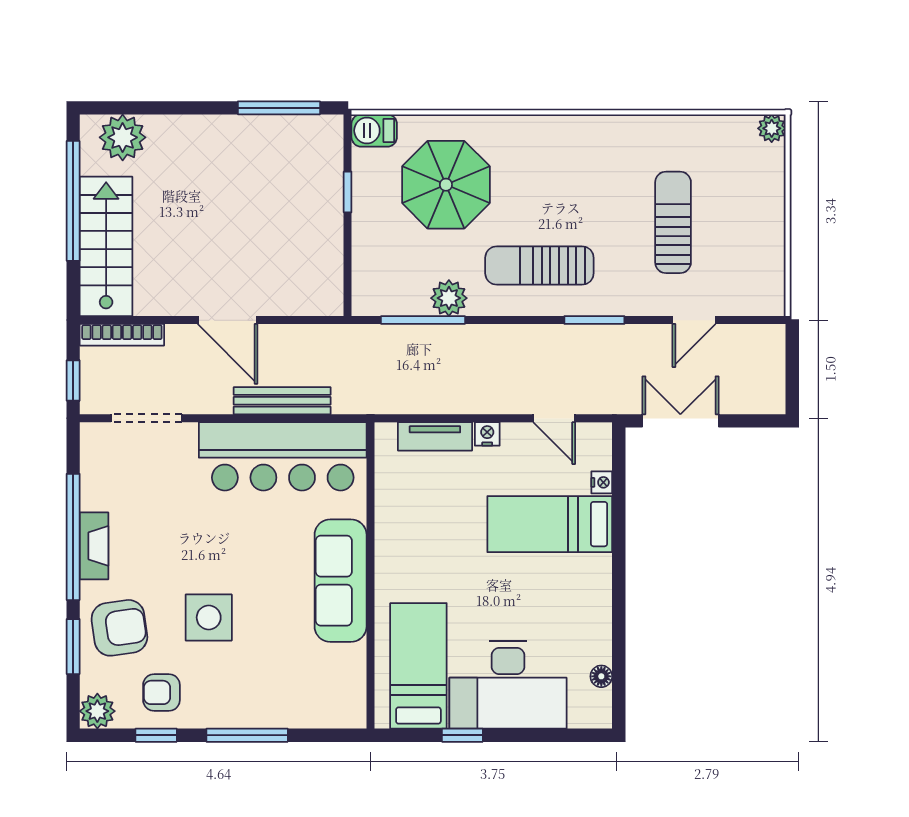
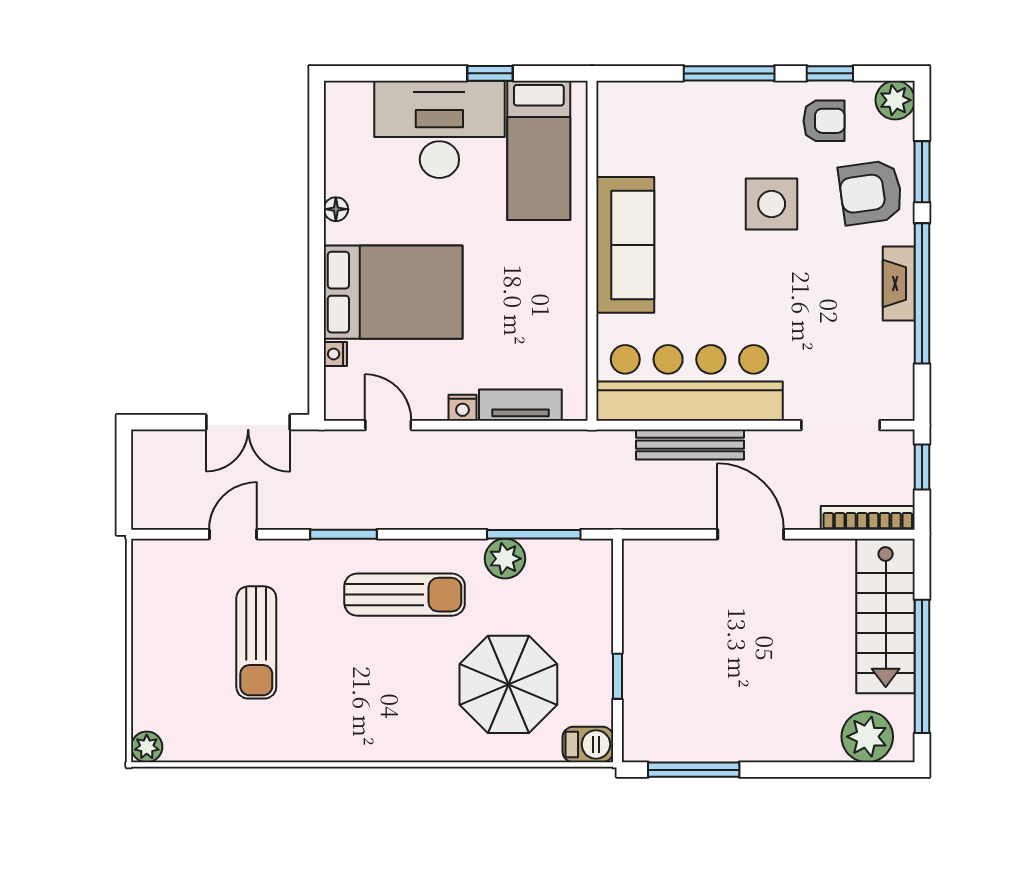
bed: (550, 524) -> (393, 292), width x1.50
floor lamp: (601, 676) -> (336, 209), moved

